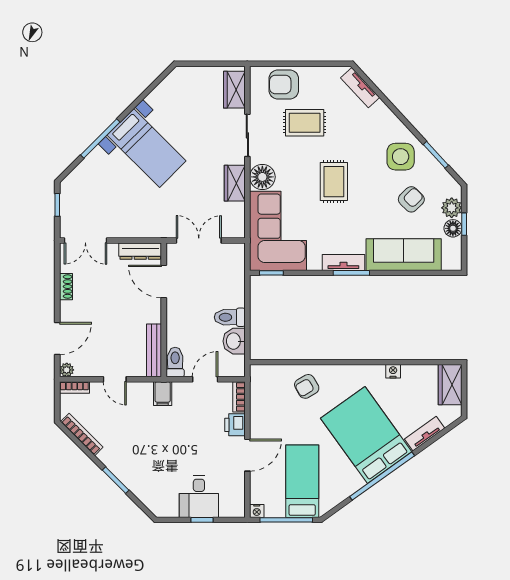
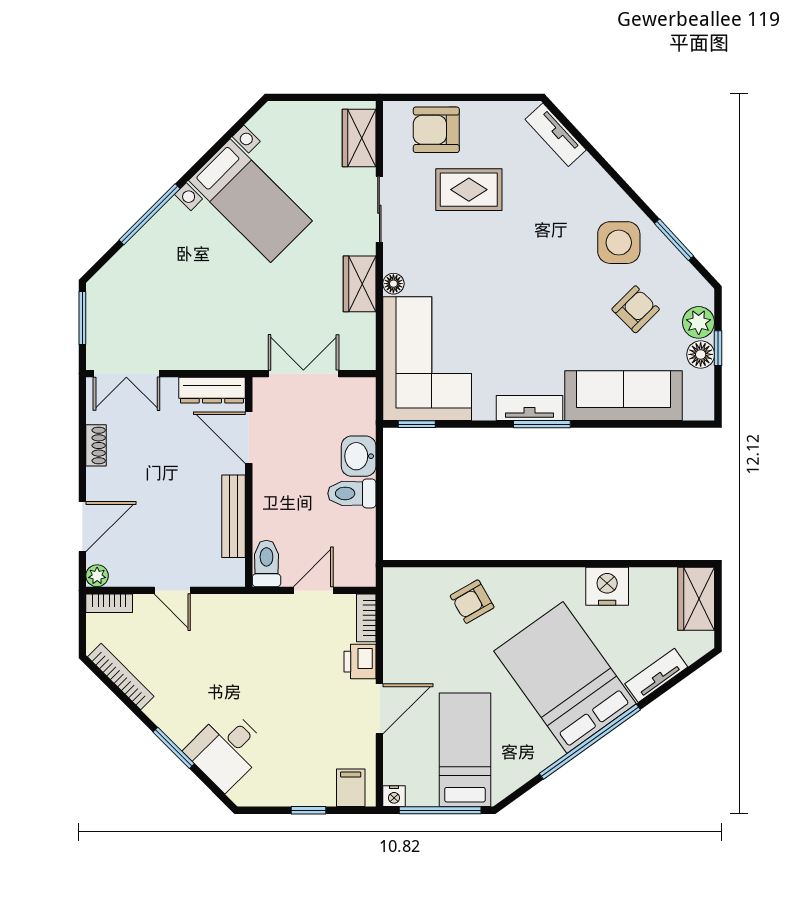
bed with nightstands: (147, 148) -> (250, 201), moved
floor lamp: (262, 177) -> (393, 284), width x0.53, depth x0.53
rug: (334, 182) -> (514, 281), removed
window: (57, 205) -> (82, 318), width x1.50
washbasin: (234, 341) -> (359, 456), moved
bench: (154, 350) -> (234, 516), moved
nightstand: (393, 371) -> (607, 586), width x1.89, depth x1.79
filing cabinet: (163, 394) -> (351, 788), moved, turned 180
desk: (199, 497) -> (227, 749), moved, turned 45

